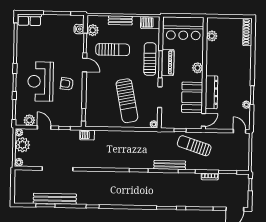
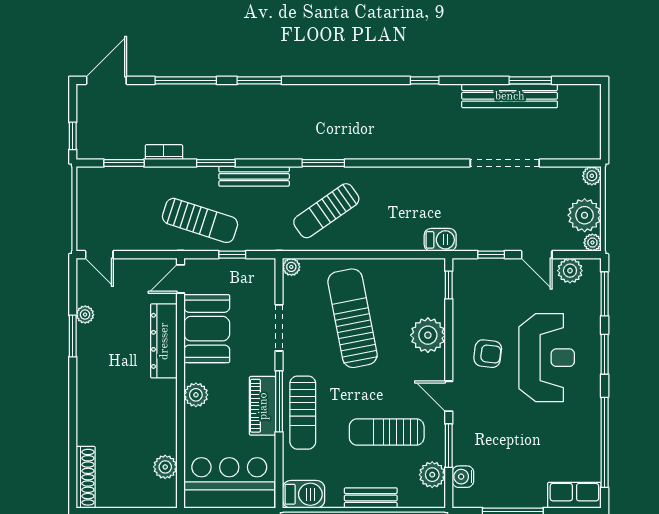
plant: (93, 93) -> (428, 335), added
sun lounger: (138, 149) -> (326, 211), added

